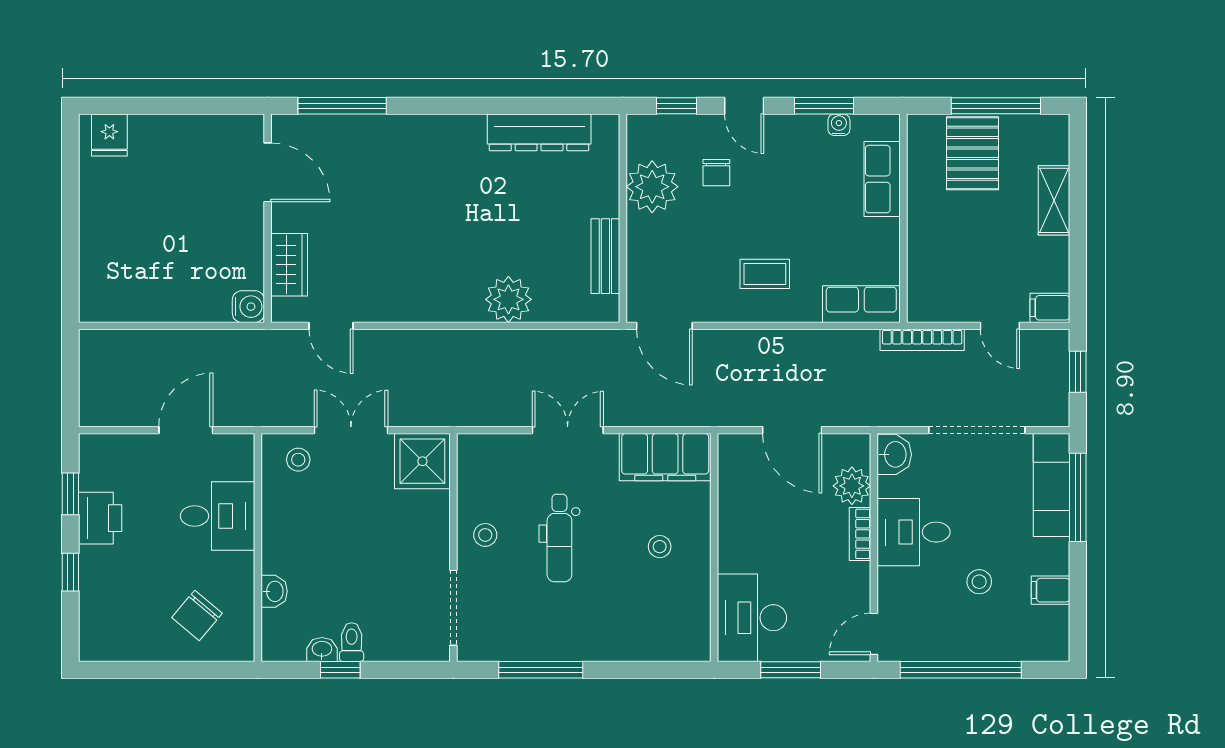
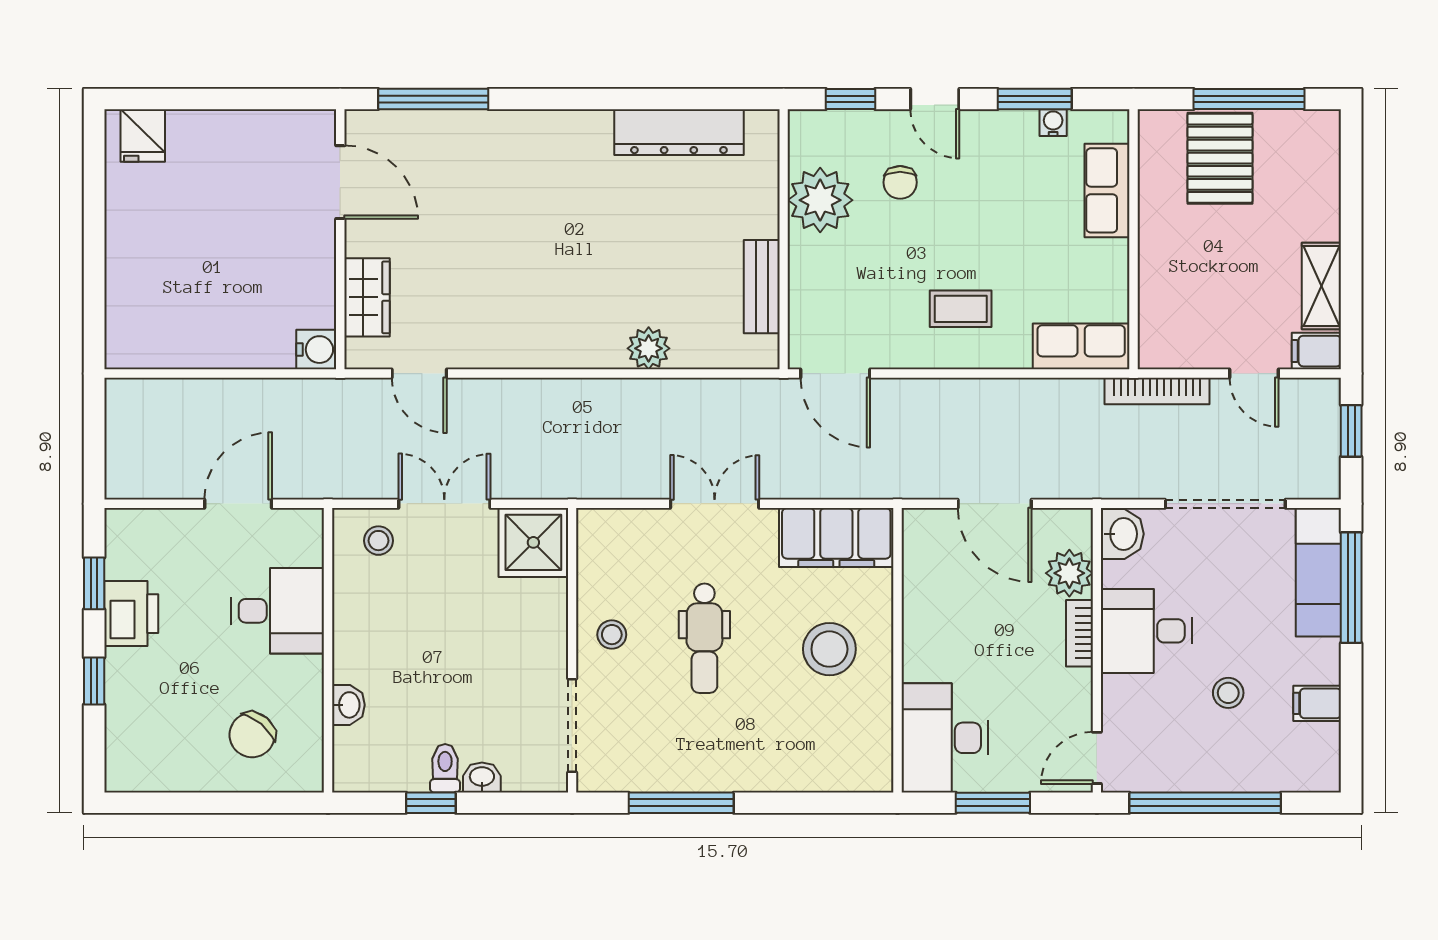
shelving: (1054, 200) -> (1321, 286), moved
plant: (508, 299) -> (649, 348), width x0.73, depth x0.73
stool: (660, 547) -> (829, 649), width x1.89, depth x1.89
washbasin: (322, 649) -> (482, 777), moved

